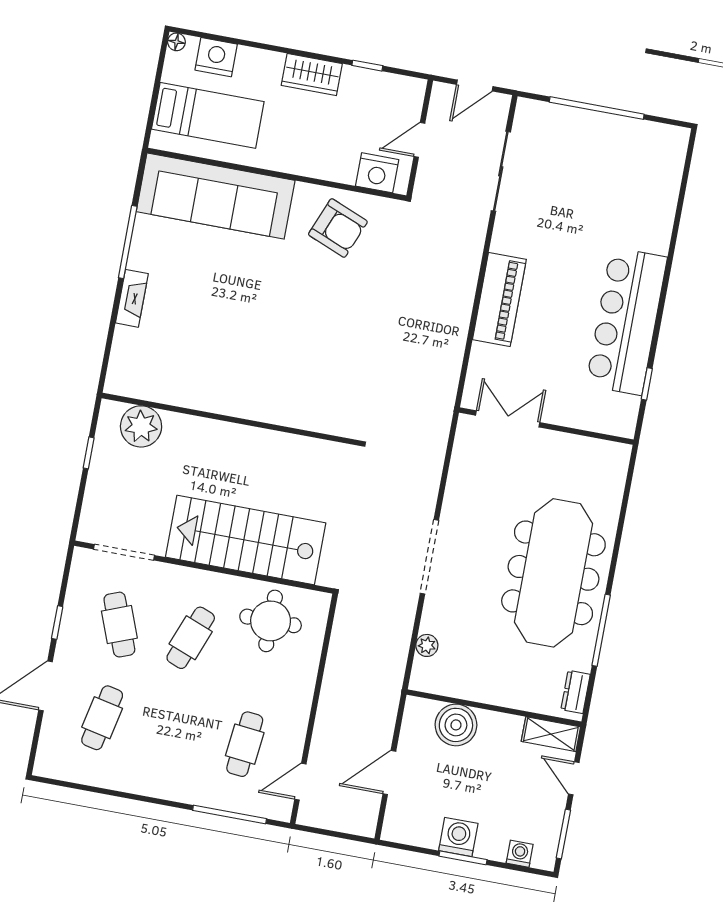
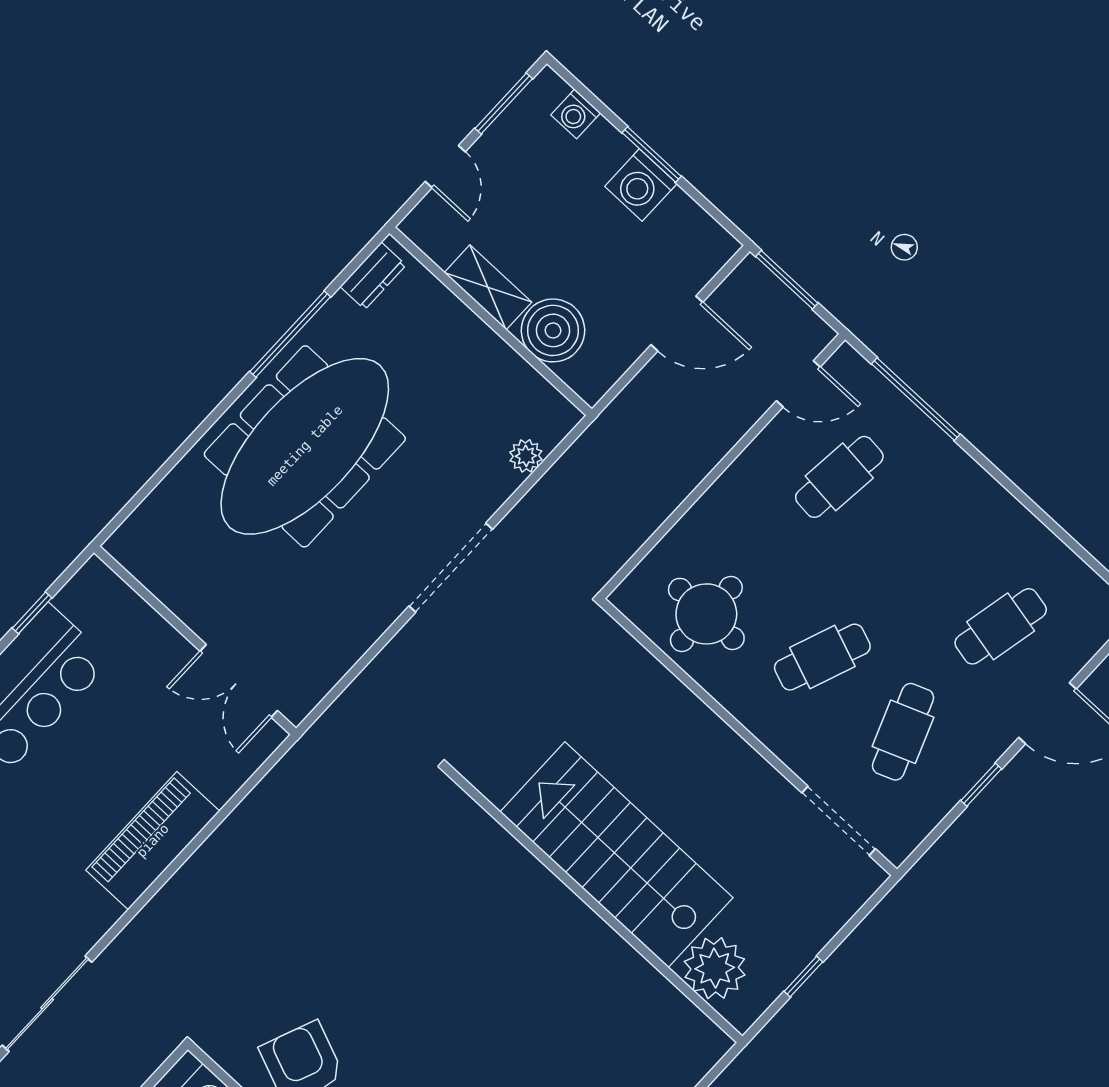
stairs: (246, 540) -> (616, 855), moved, turned 180
shelving: (551, 734) -> (488, 287), moved
window: (343, 836) -> (787, 280), added

